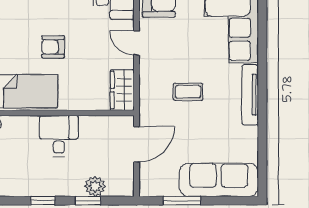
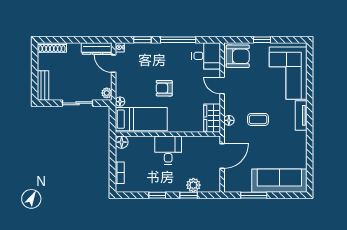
floor lamp: (146, 93) -> (229, 120), added
tv unit: (250, 95) -> (301, 115), width x0.71

